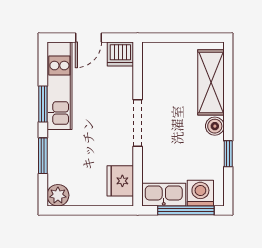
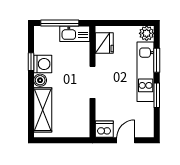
kitchen unit: (59, 86) -> (146, 72), moved
washing machine: (200, 193) -> (43, 64), moved, turned -90

